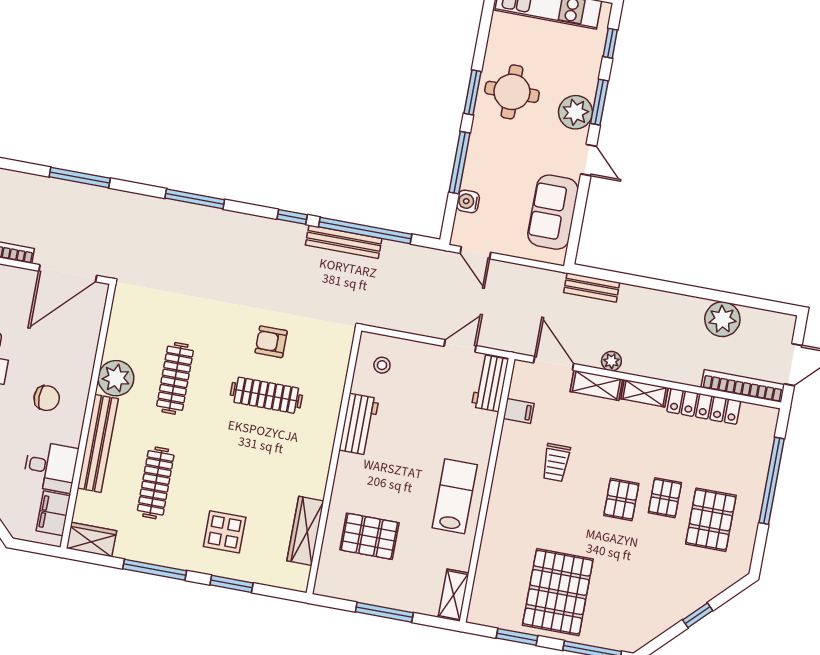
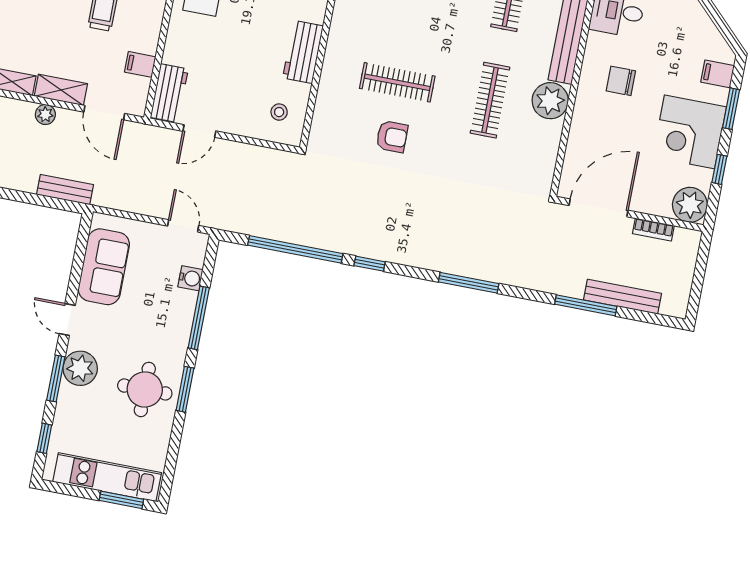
bench: (344, 242) -> (622, 297), moved

